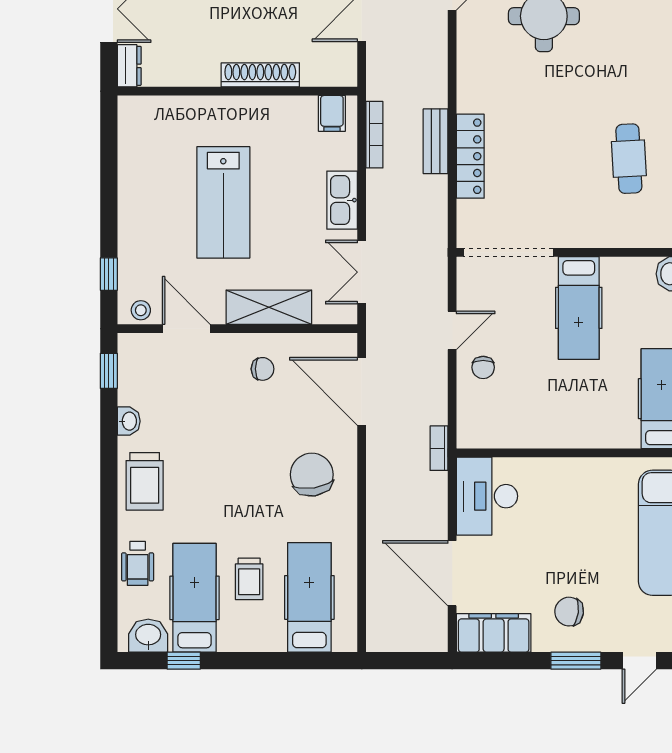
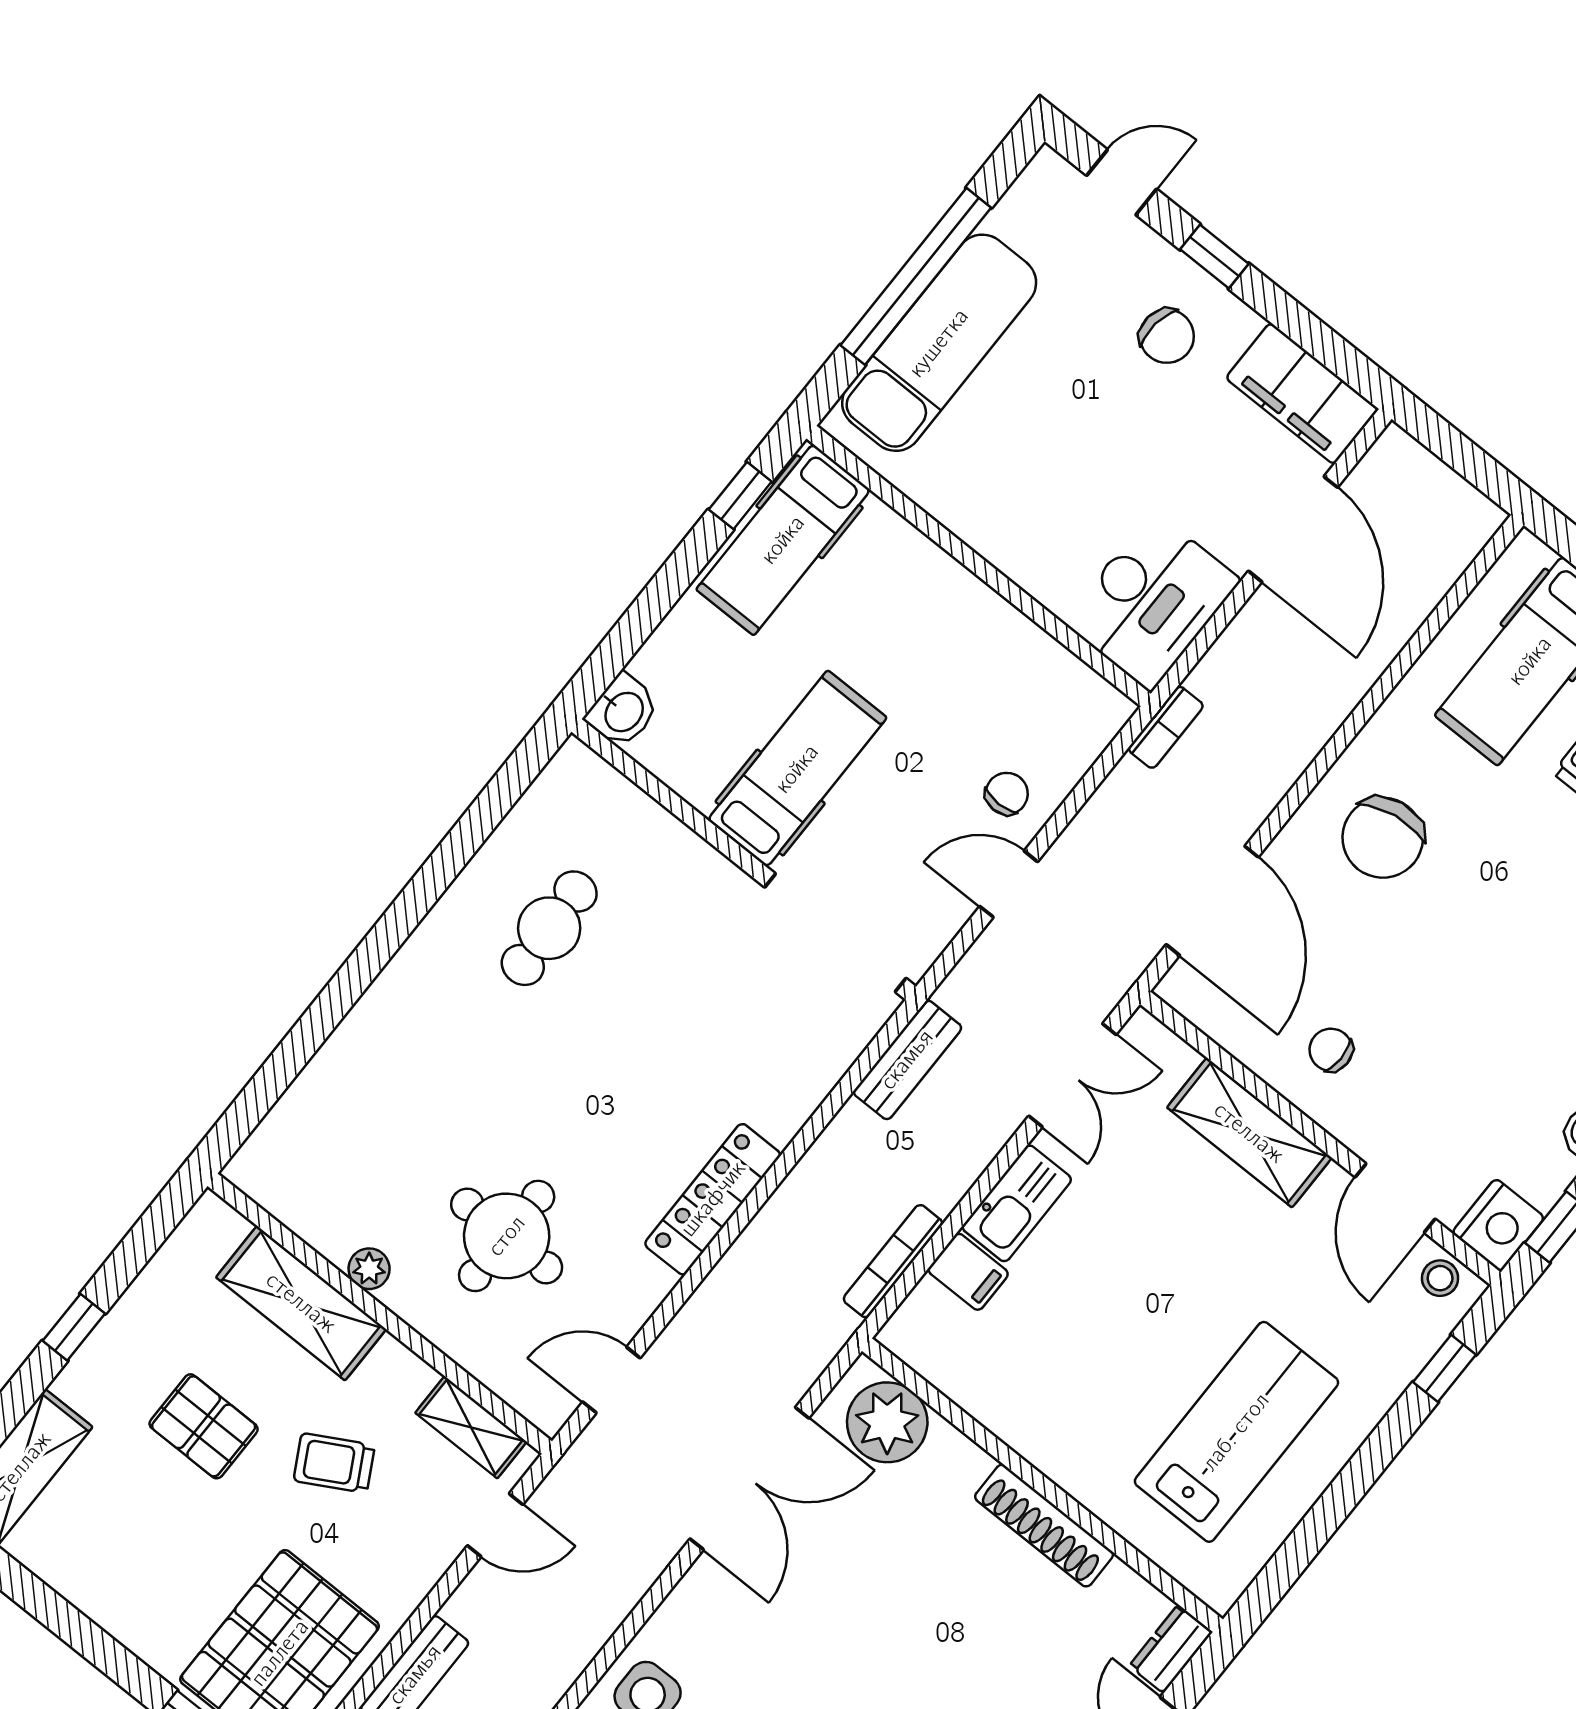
plant: (323, 66) -> (887, 1422), added
shoe rack: (260, 75) -> (1044, 1526), moved
filing cabinet: (332, 113) -> (968, 1272), moved, turned 90
bench: (436, 141) -> (907, 1060), moved
locker: (470, 156) -> (713, 1199), moved
lab bench: (223, 202) -> (1236, 1432), moved
nightstand: (134, 352) -> (1498, 1225), added
window: (576, 661) -> (1214, 257), width x0.67

